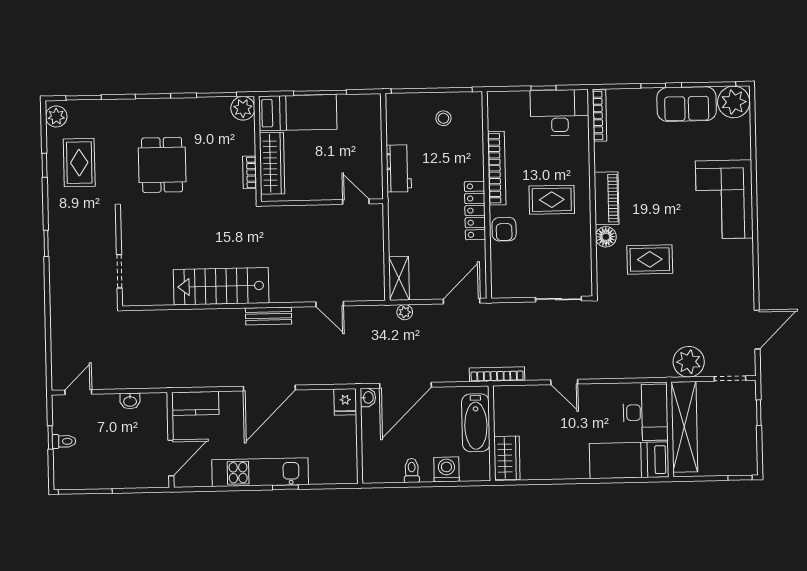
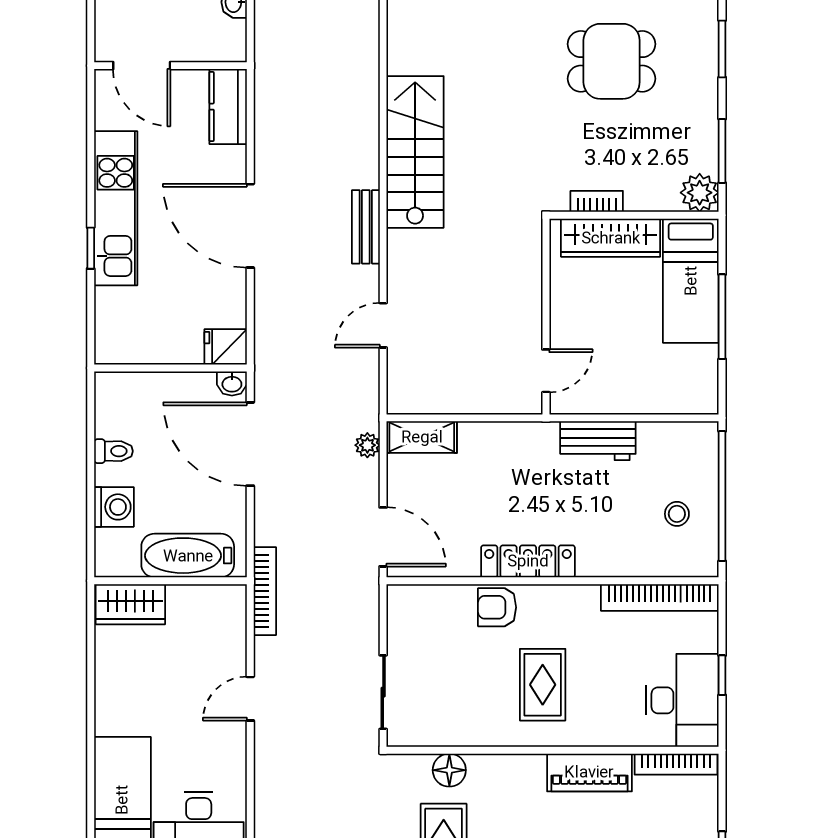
bookcase: (497, 168) -> (660, 597), moved
piano: (606, 198) -> (589, 772), moved
floor lamp: (606, 237) -> (449, 770), moved

